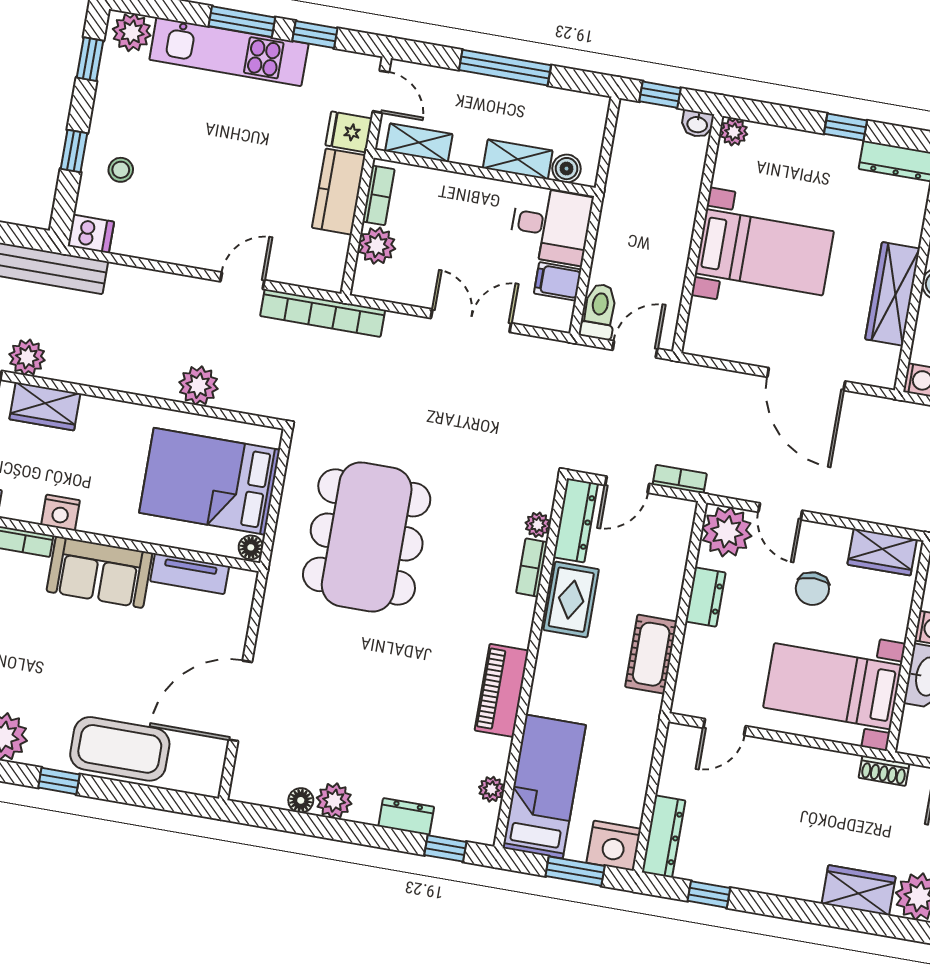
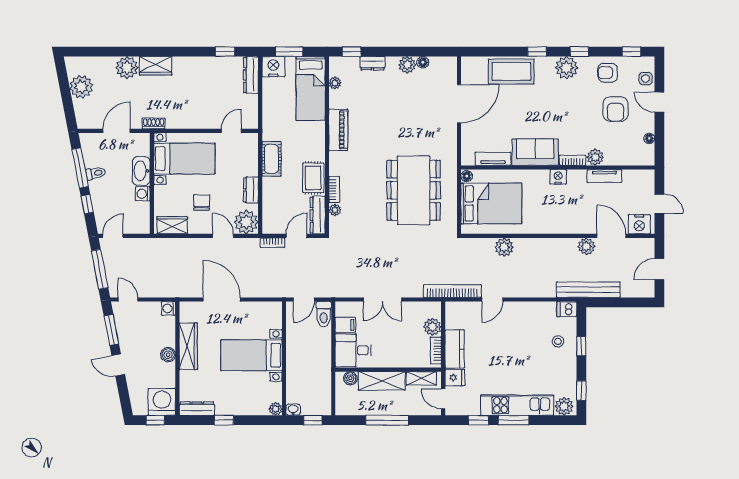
shelving: (518, 159) -> (382, 381), width x1.50, depth x1.33
wardrobe: (45, 406) -> (574, 225), removed

